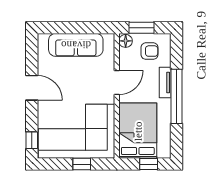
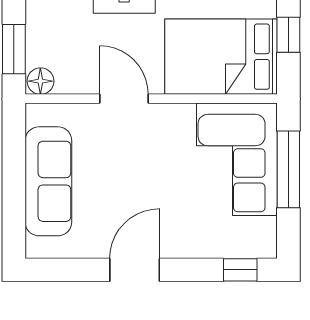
armchair: (150, 51) -> (61, 33), removed
corner sofa: (77, 131) -> (237, 159), width x0.73, depth x0.74
window: (82, 164) -> (288, 169), width x2.17

